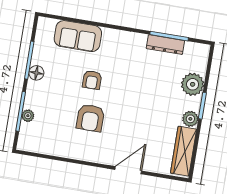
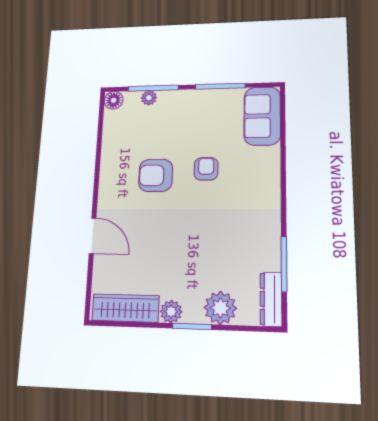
sofa: (78, 36) -> (262, 116), moved
dresser: (165, 45) -> (271, 299), moved
floor lamp: (36, 73) -> (114, 100), moved
armchair: (92, 80) -> (206, 169), turned 90

